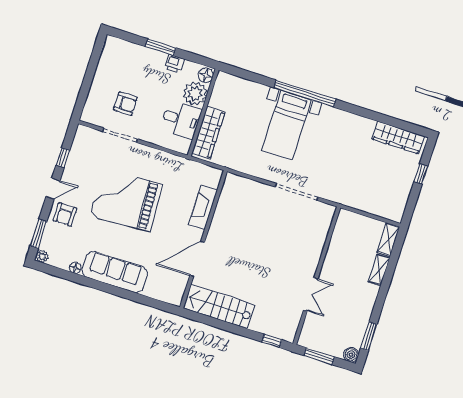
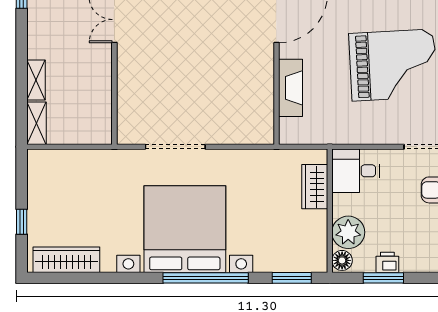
window: (161, 47) -> (383, 278), moved
window: (245, 74) -> (292, 278), added
desk: (181, 120) -> (356, 171), moved
bed with nightstands: (287, 125) -> (185, 229), width x1.85
wardrobe: (208, 133) -> (315, 187), width x0.67

